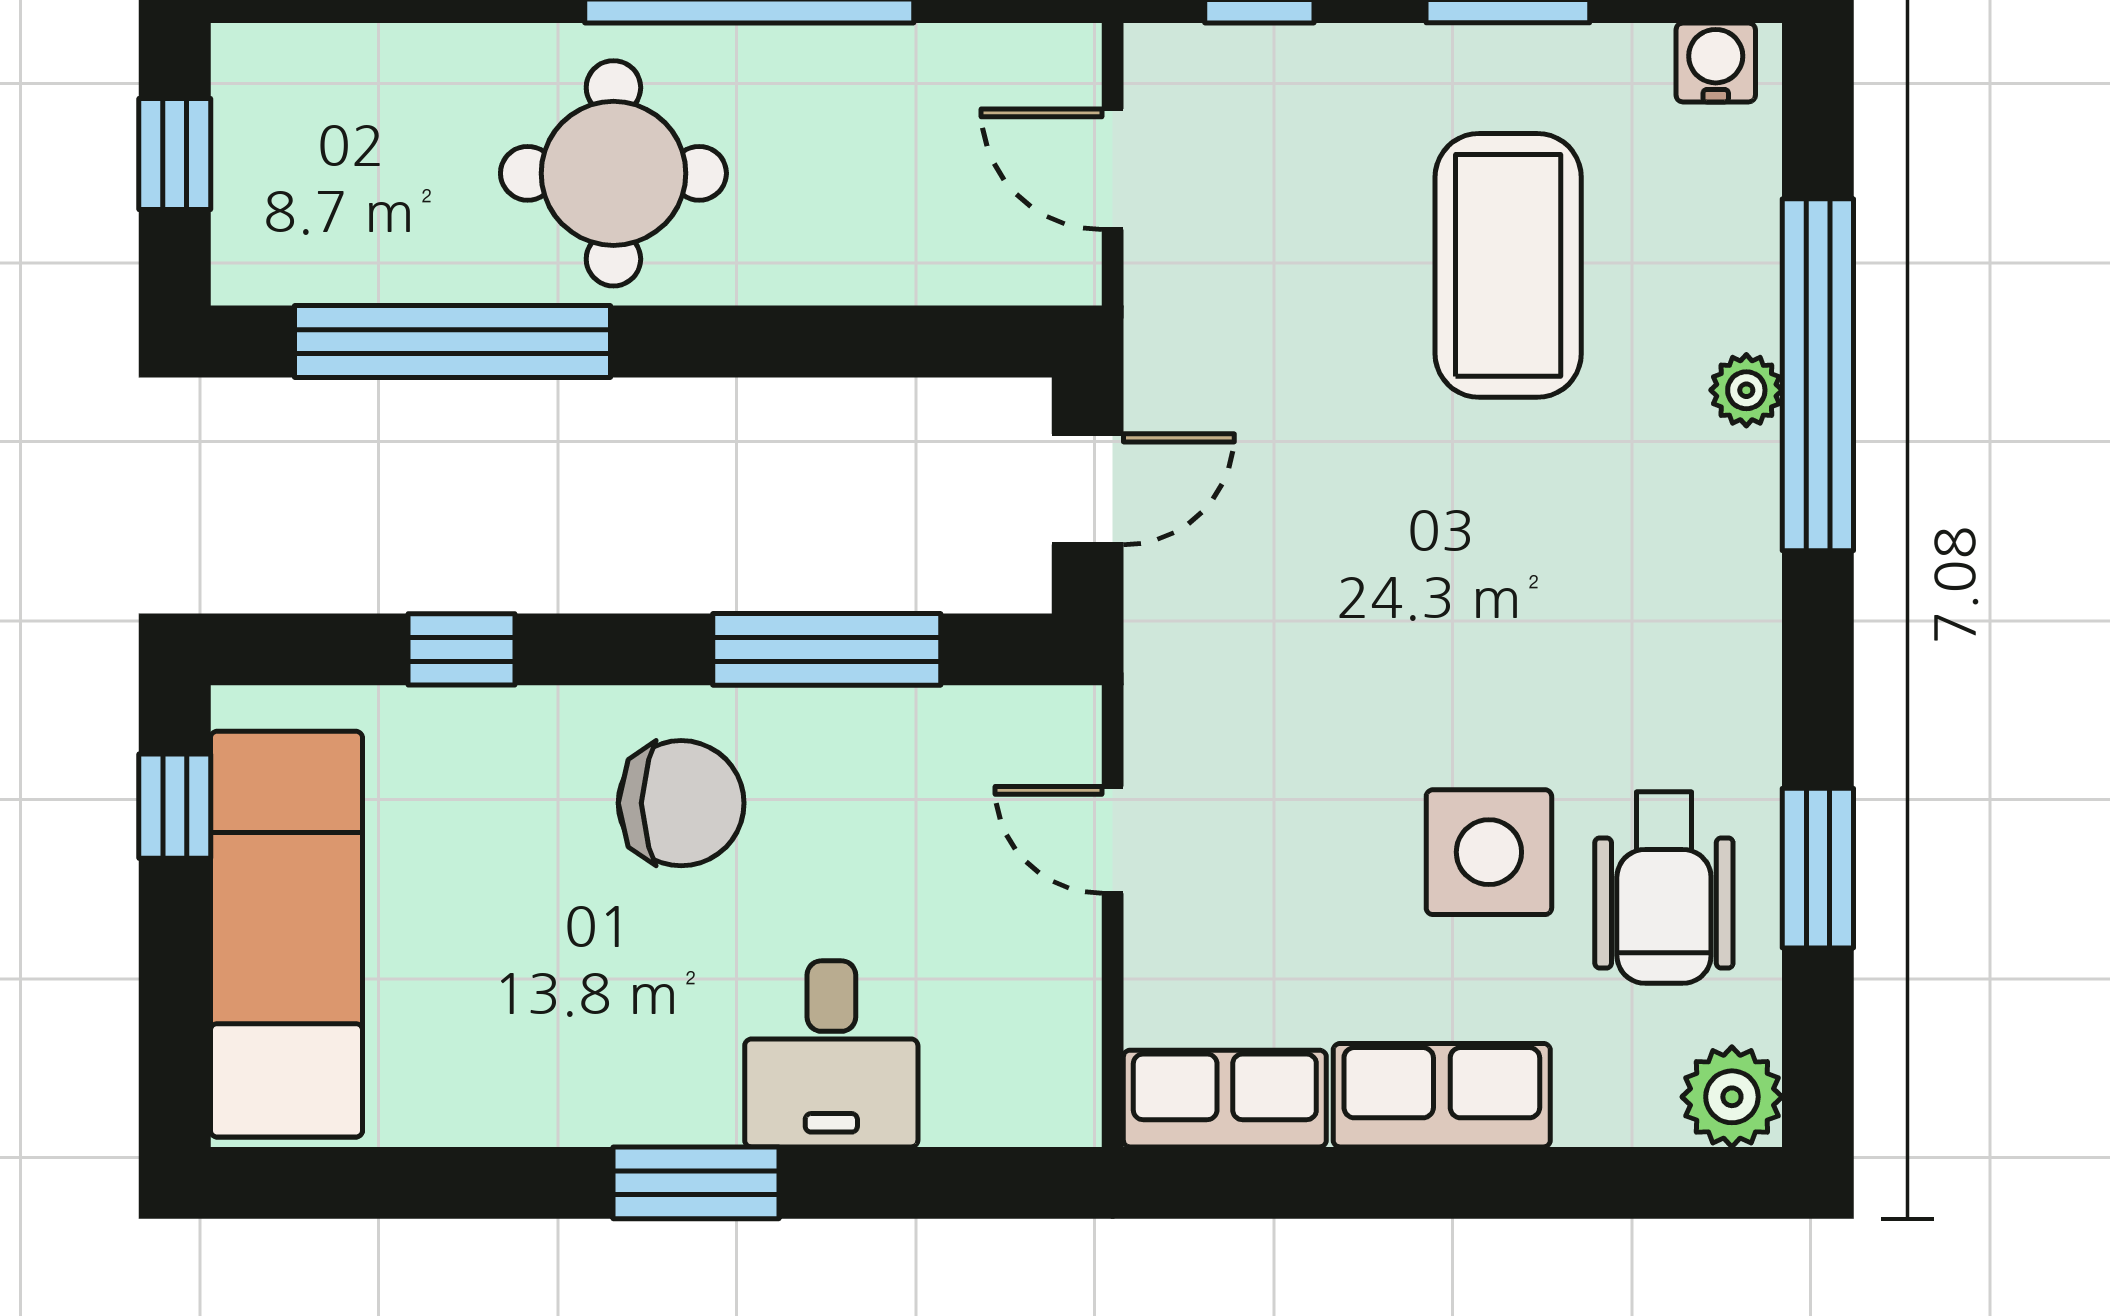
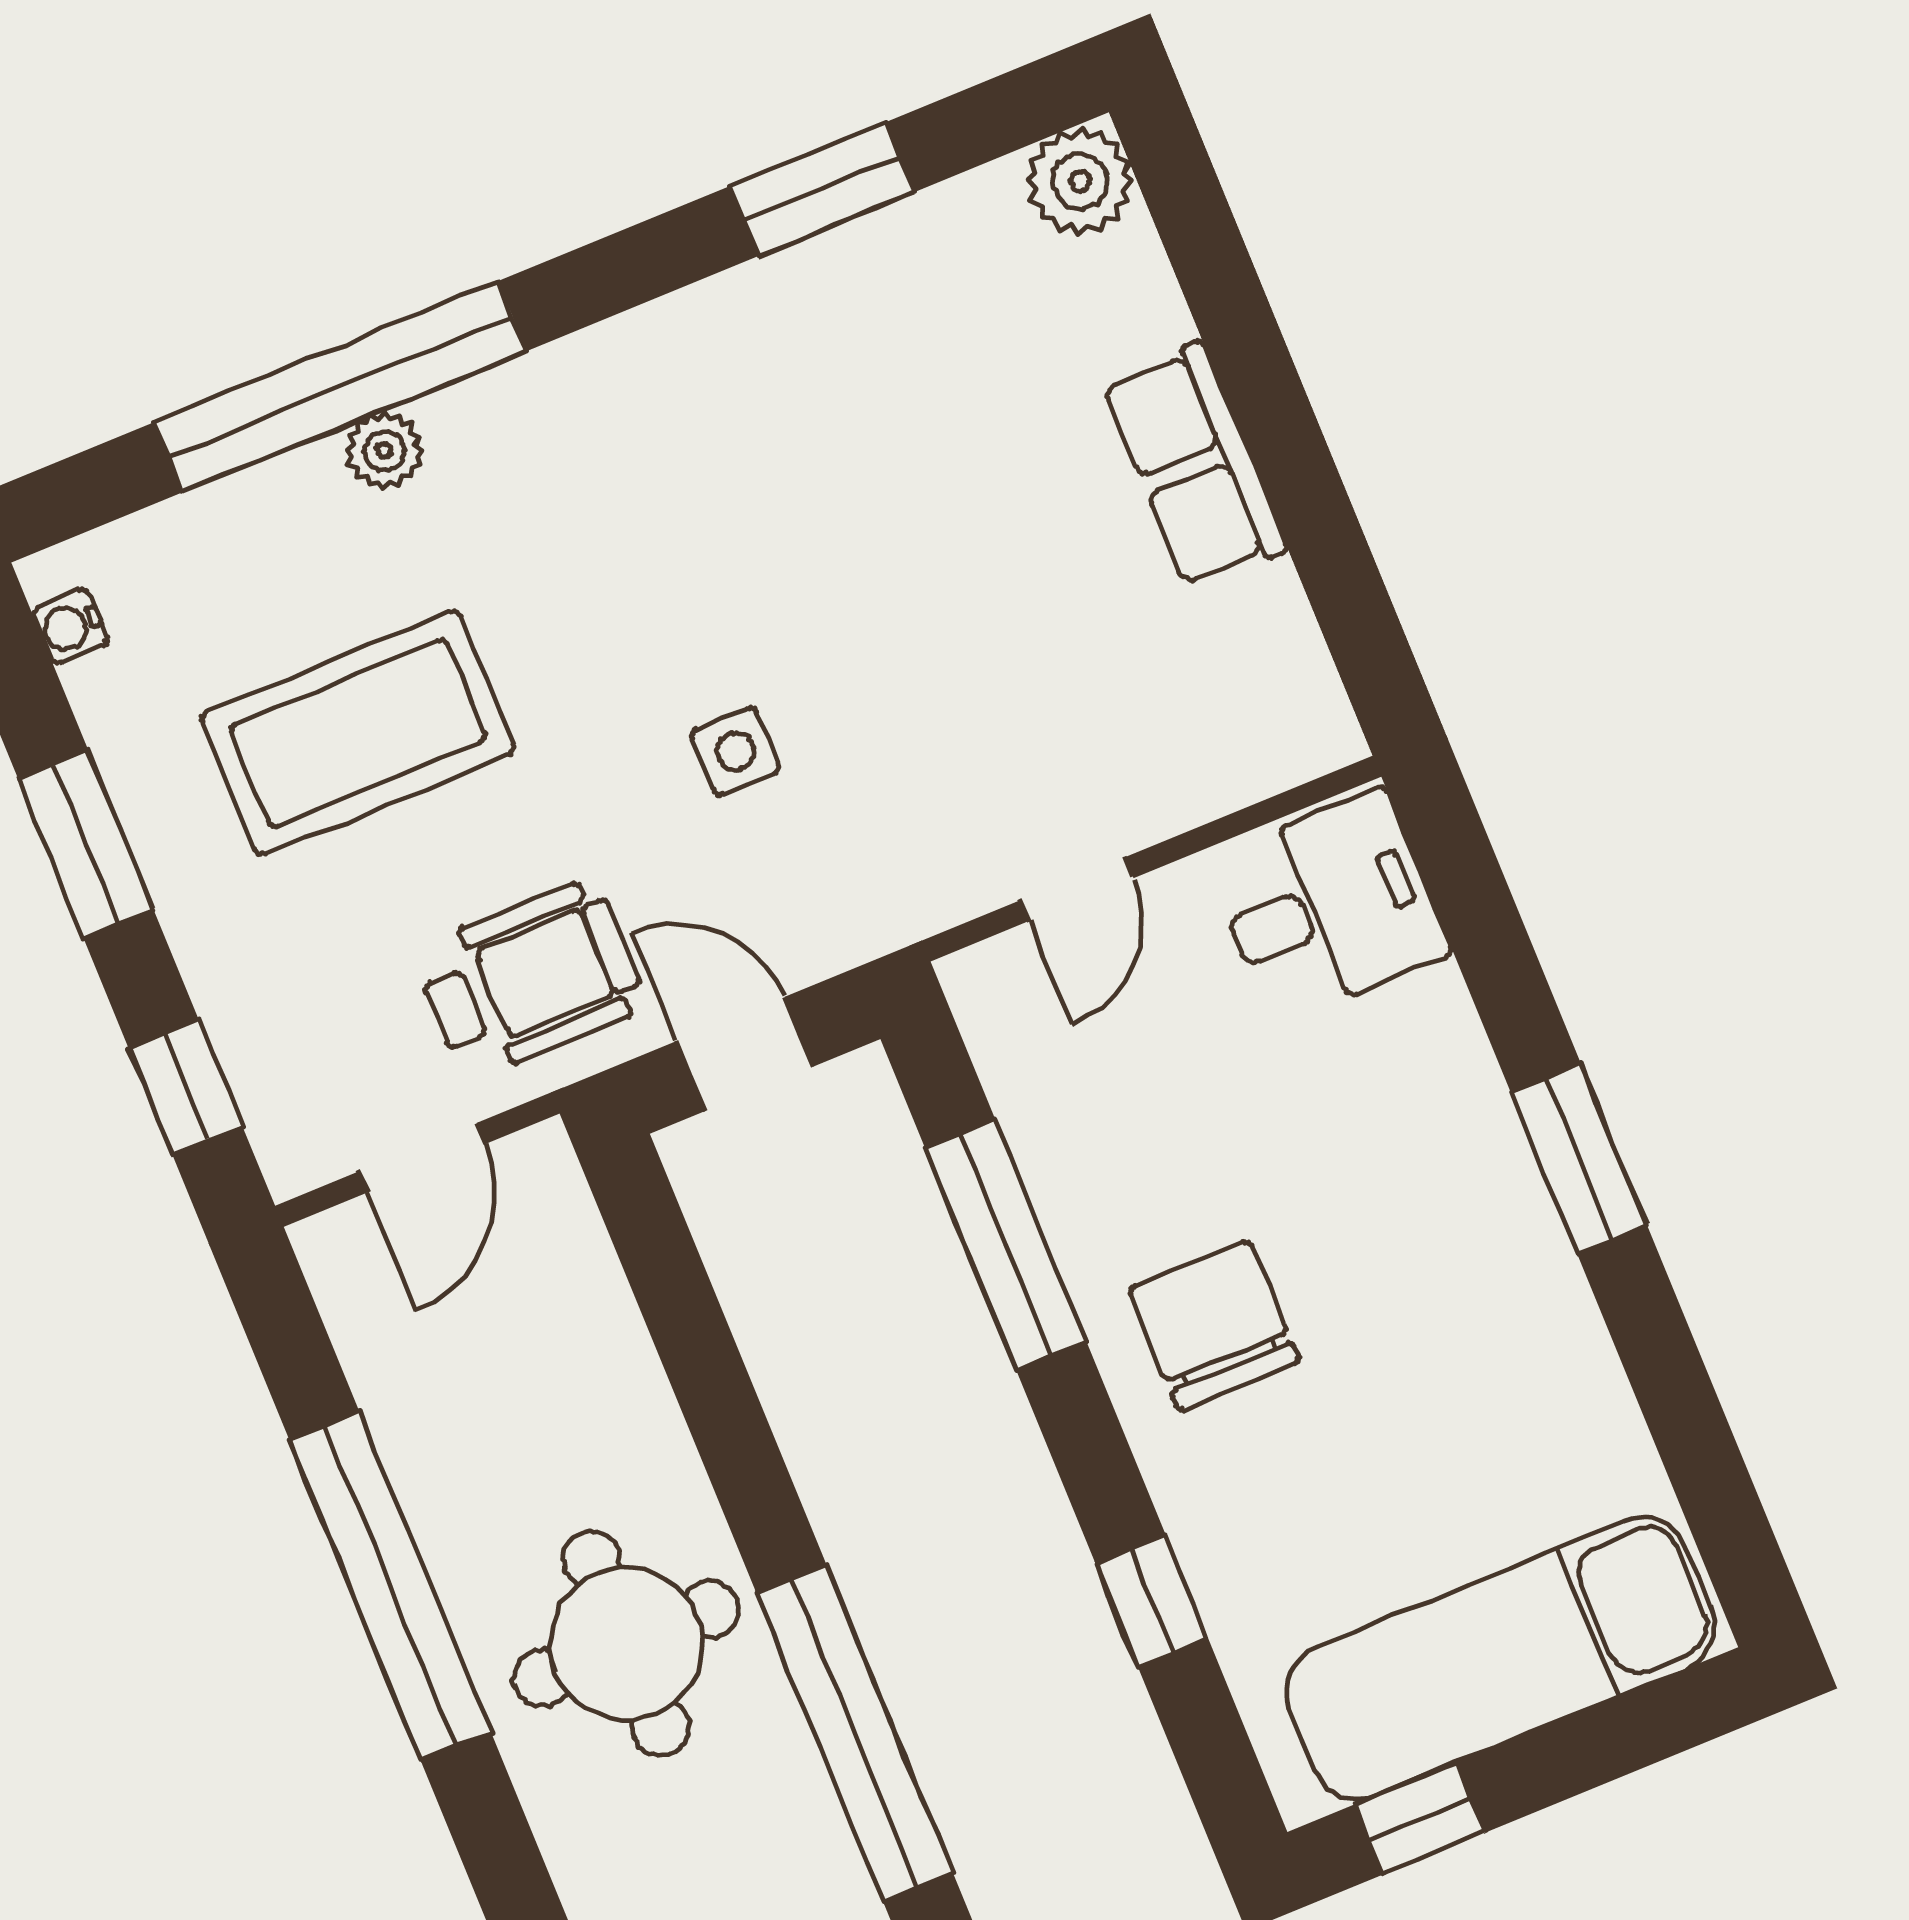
water cooler: (1716, 62) -> (70, 627), width x0.72, depth x0.72
side table: (1489, 852) -> (735, 752), moved, width x0.54, depth x0.54
wheelchair: (1664, 888) -> (530, 979), moved
desk: (831, 1054) -> (1328, 906), moved
row of seats: (1225, 1099) -> (1285, 676), removed

